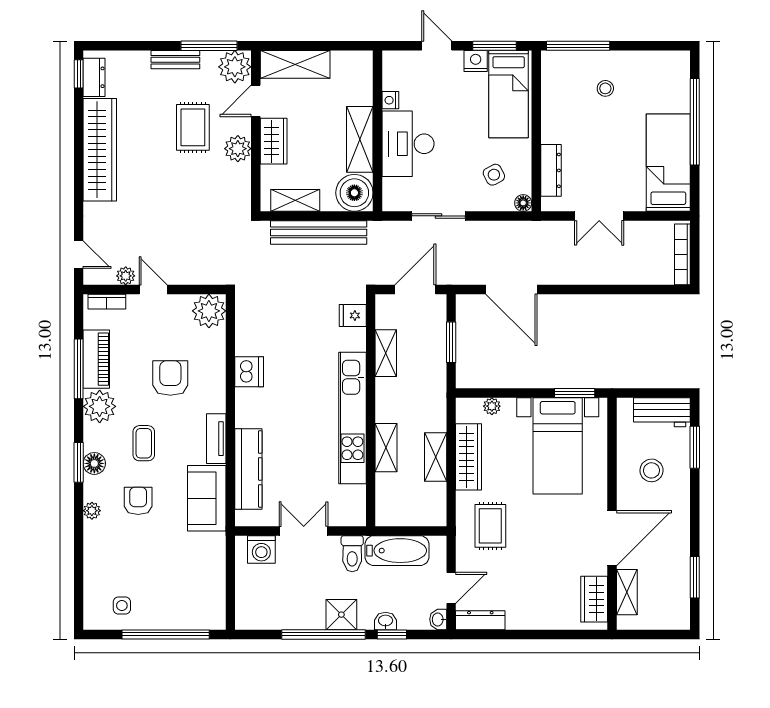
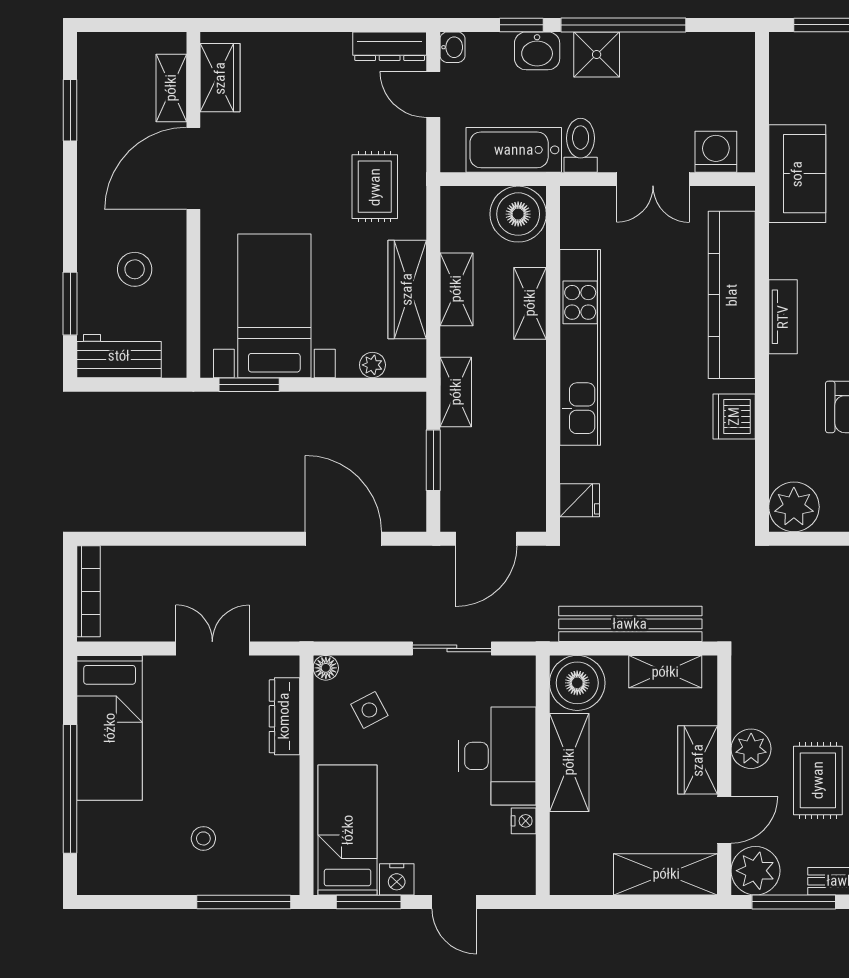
shelving: (386, 353) -> (456, 392), moved
kitchen counter: (248, 469) -> (732, 295), width x1.39, depth x1.17
sofa: (207, 498) -> (797, 174), moved
boiler: (394, 508) -> (518, 214), added
door: (451, 588) -> (433, 94), hinge flipped
washbasin: (386, 621) -> (537, 51), width x1.38, depth x1.45

